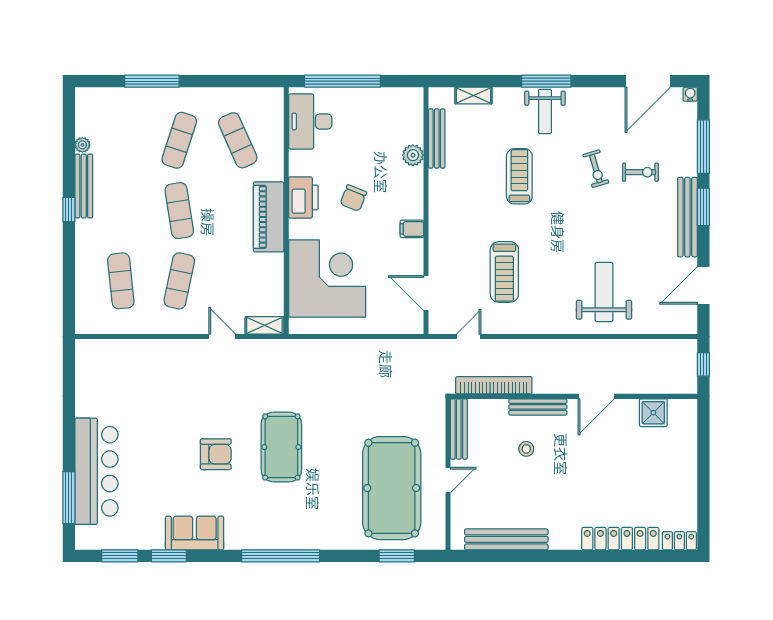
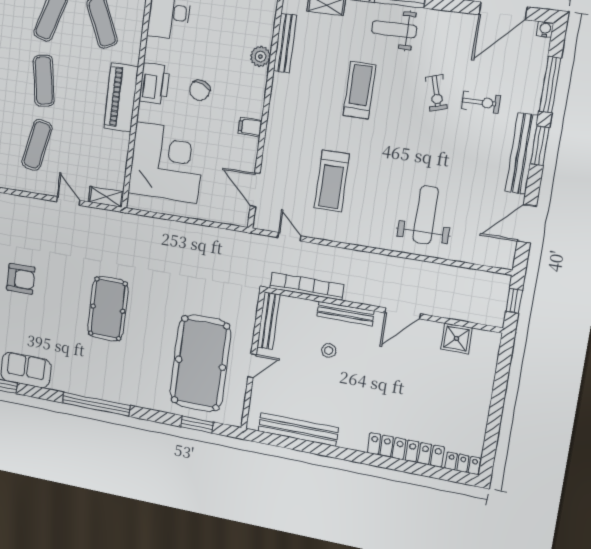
weight bench: (545, 111) -> (394, 29), turned 90
door: (469, 336) -> (289, 237), hinge flipped
armchair: (216, 454) -> (21, 279), moved

